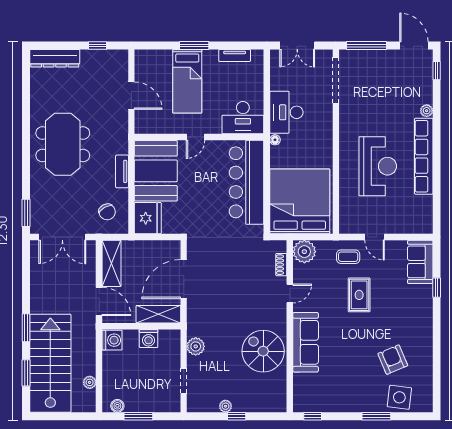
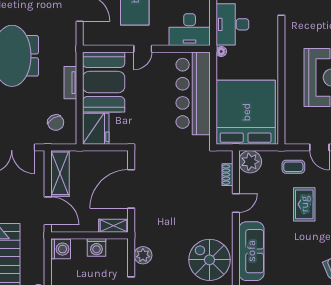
shelving: (158, 314) -> (114, 226), width x0.67, depth x0.75

